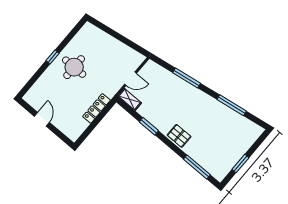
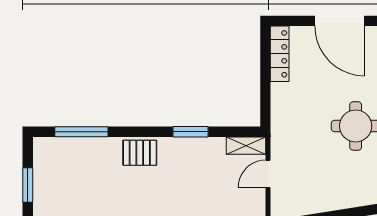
locker: (97, 108) -> (280, 54), moved
door: (42, 119) -> (340, 21), width x1.88

